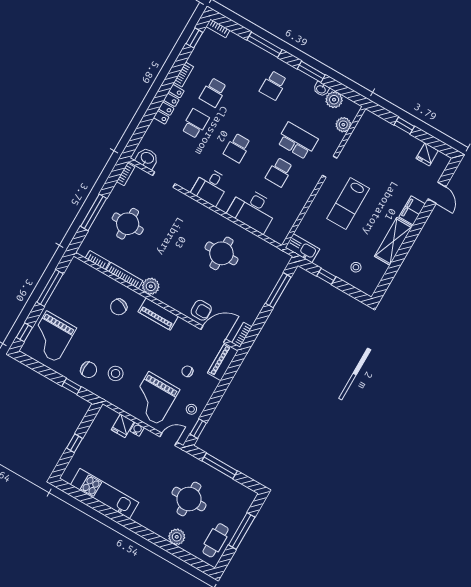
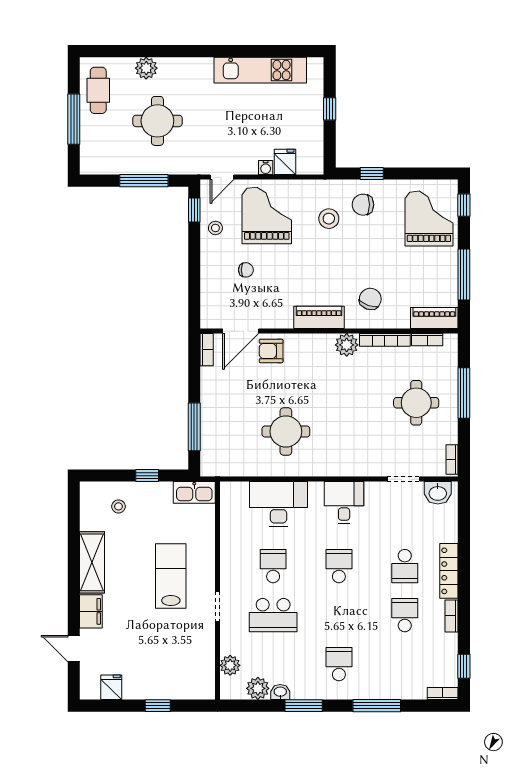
piano: (223, 362) -> (434, 318), moved, turned -90

